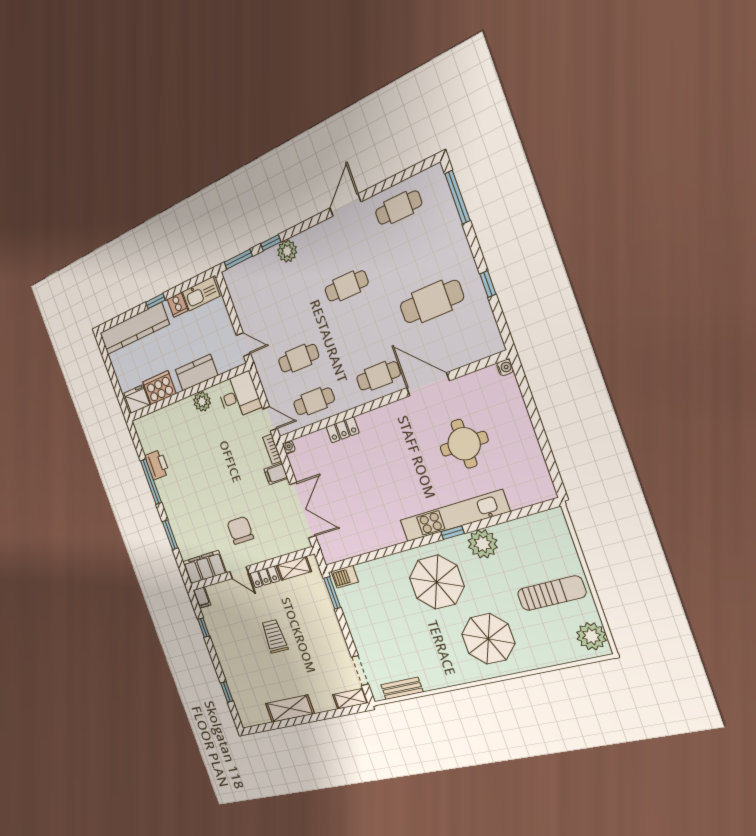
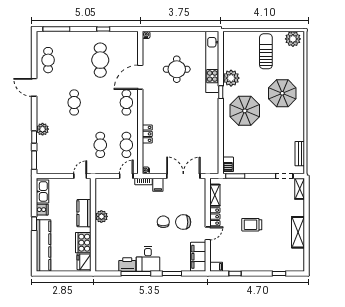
desk: (239, 396) -> (148, 259), moved, turned 180
chair: (230, 500) -> (163, 222), added
kitchen unit: (454, 516) -> (212, 62), moved

